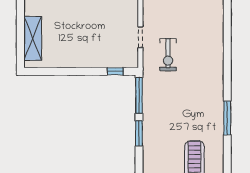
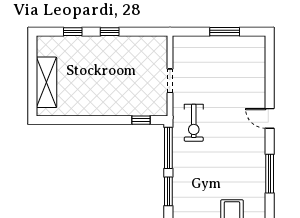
exercise bike: (168, 55) -> (194, 123), moved
door: (227, 70) -> (270, 118), added

